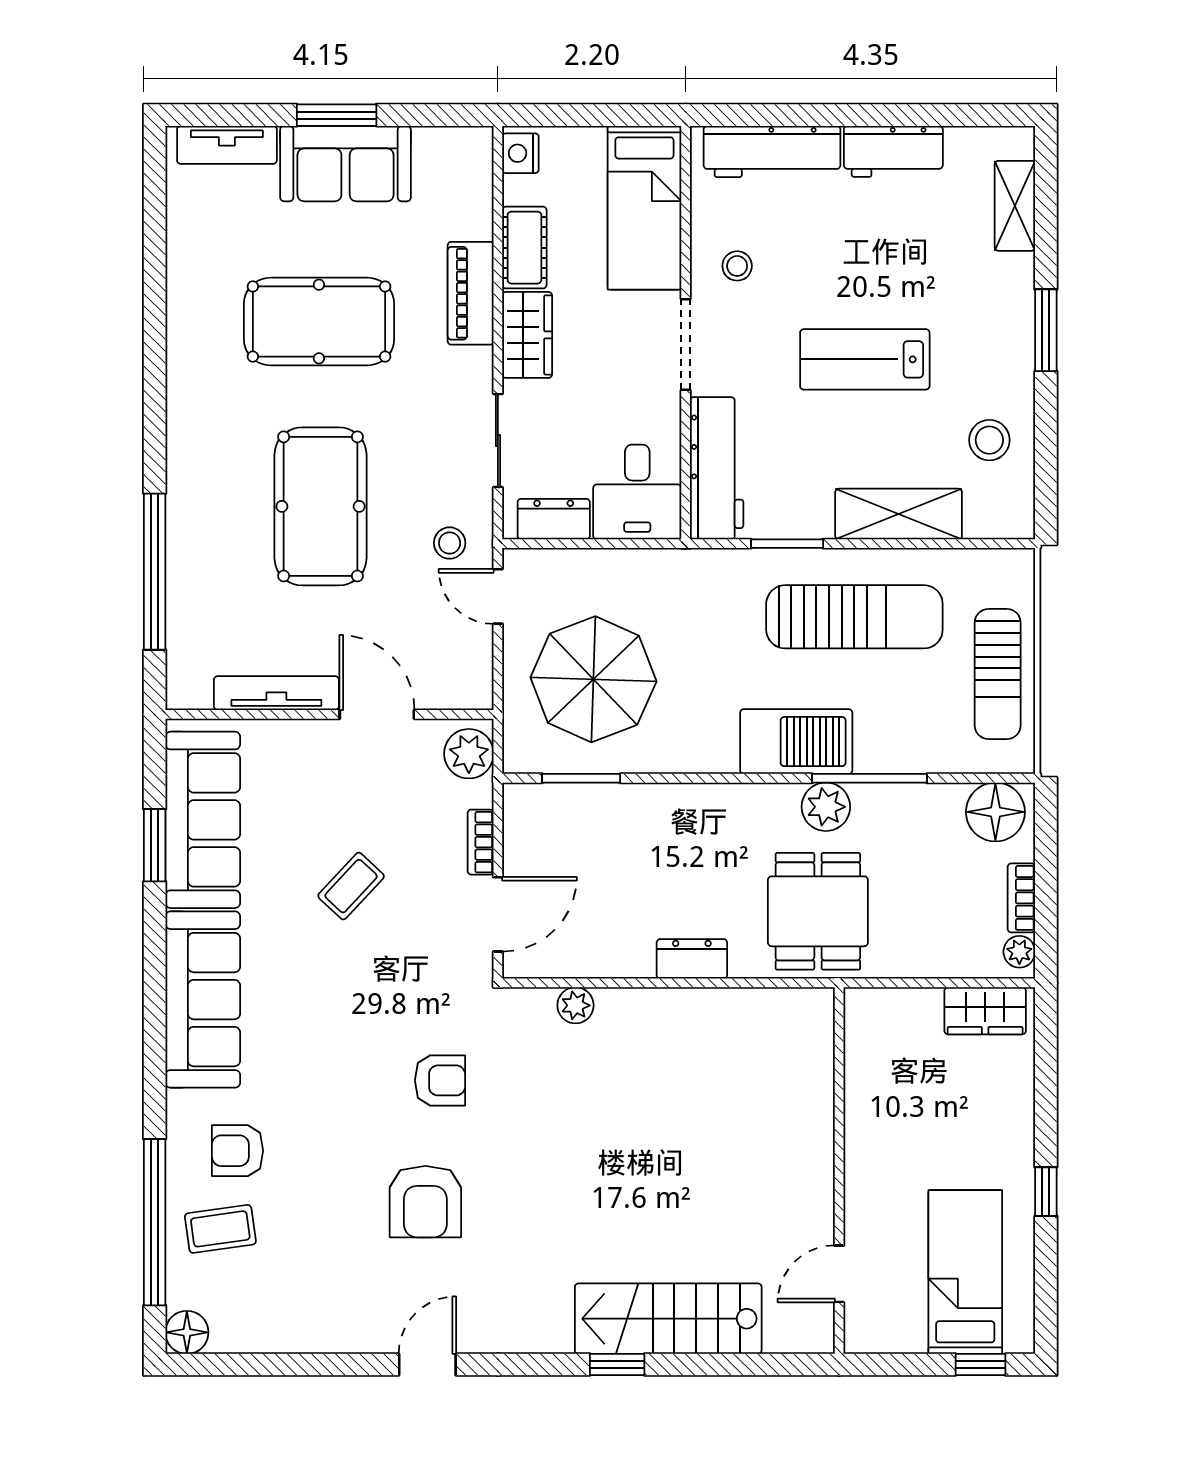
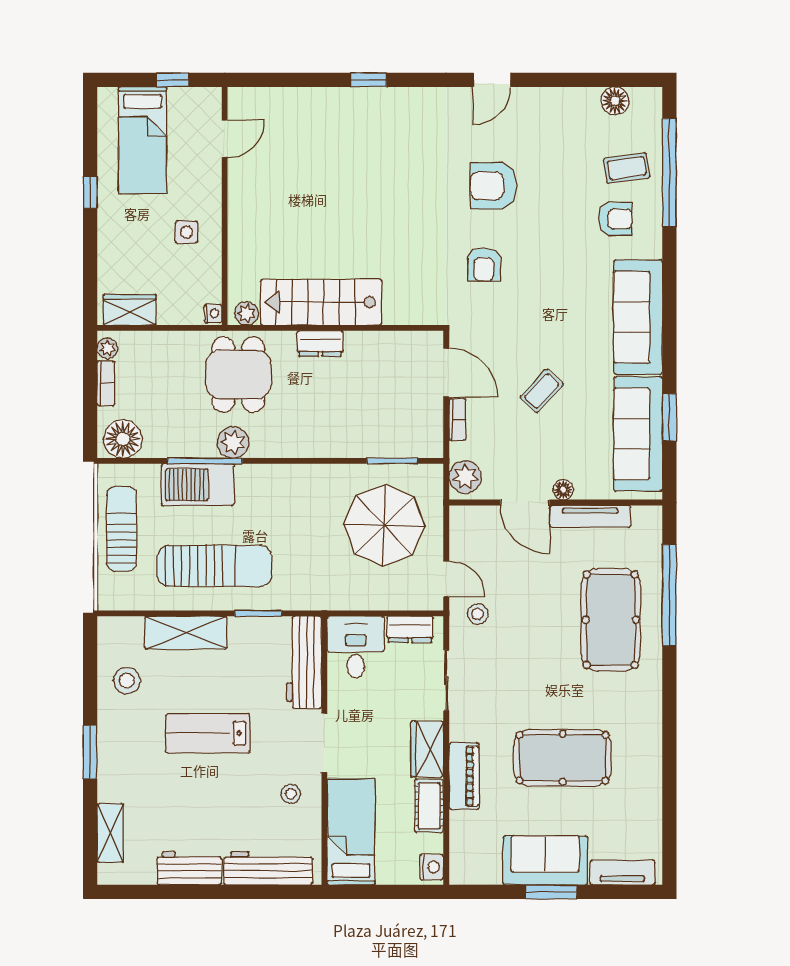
lab bench: (865, 359) -> (208, 733), turned 180
pool table: (321, 506) -> (611, 620), moved
sun lounger: (854, 617) -> (215, 566), turned 180
floor lamp: (318, 734) -> (563, 490), added
barbecue: (796, 742) -> (198, 485), moved
door: (498, 914) -> (446, 373), swing flipped
plant: (575, 1005) -> (246, 313), moved
nightstand: (857, 1005) -> (213, 314), added
armchair: (440, 1080) -> (484, 265), turned -90
side table: (898, 1131) -> (186, 232), added
armchair: (425, 1202) -> (493, 186), turned -90
stairs: (668, 1319) -> (321, 302), moved, turned 180
floor lamp: (187, 1332) -> (615, 101), moved
window: (980, 1365) -> (173, 80), moved

